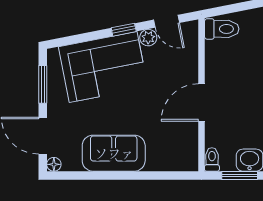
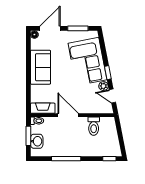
door: (167, 21) -> (112, 96), hinge flipped
toilet: (222, 29) -> (94, 126), moved
fireplace: (189, 149) -> (43, 108), added

